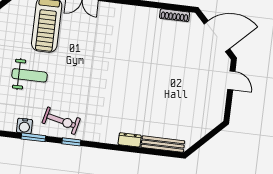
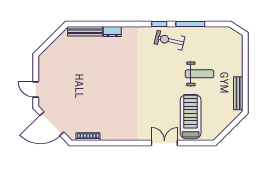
weight bench: (29, 75) -> (200, 74), turned 180
water cooler: (24, 126) -> (199, 32), removed
window: (33, 137) -> (190, 24), width x1.44

